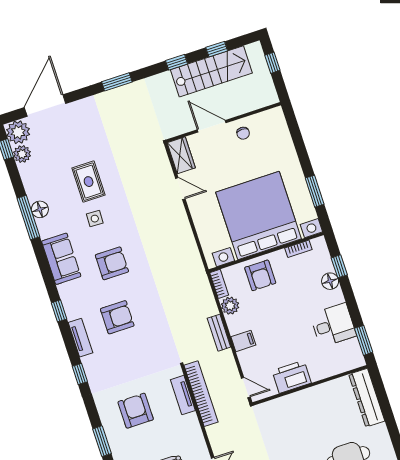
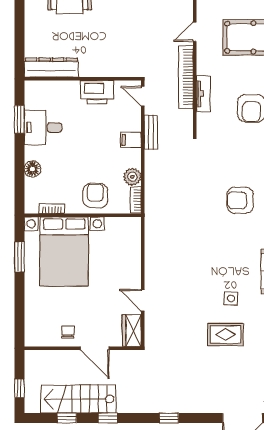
window: (117, 82) -> (169, 418), width x0.67
rug: (89, 182) -> (226, 334), turned 90
bed with nightstands: (259, 215) -> (64, 251), width x0.73
armchair: (112, 263) -> (229, 252), removed
window: (339, 266) -> (19, 180), removed
bench: (219, 333) -> (151, 132), moved
window: (364, 340) -> (19, 119), moved
bookcase: (201, 394) -> (186, 77), moved
tv unit: (183, 395) -> (203, 94), moved
dresser: (367, 398) -> (51, 68), moved, turned -90

